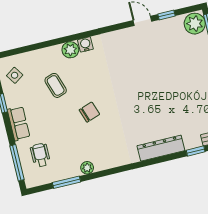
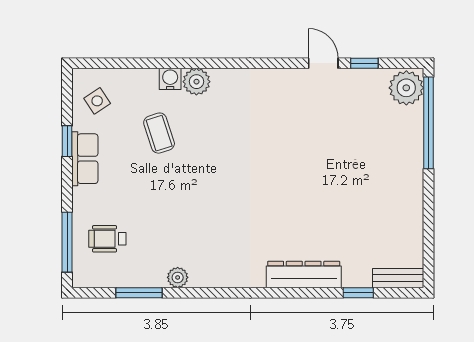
water cooler: (85, 44) -> (170, 79), moved
chair: (89, 112) -> (203, 189), removed
row of seats: (19, 123) -> (85, 159), moved
wheelchair: (40, 155) -> (107, 239), turned -90

